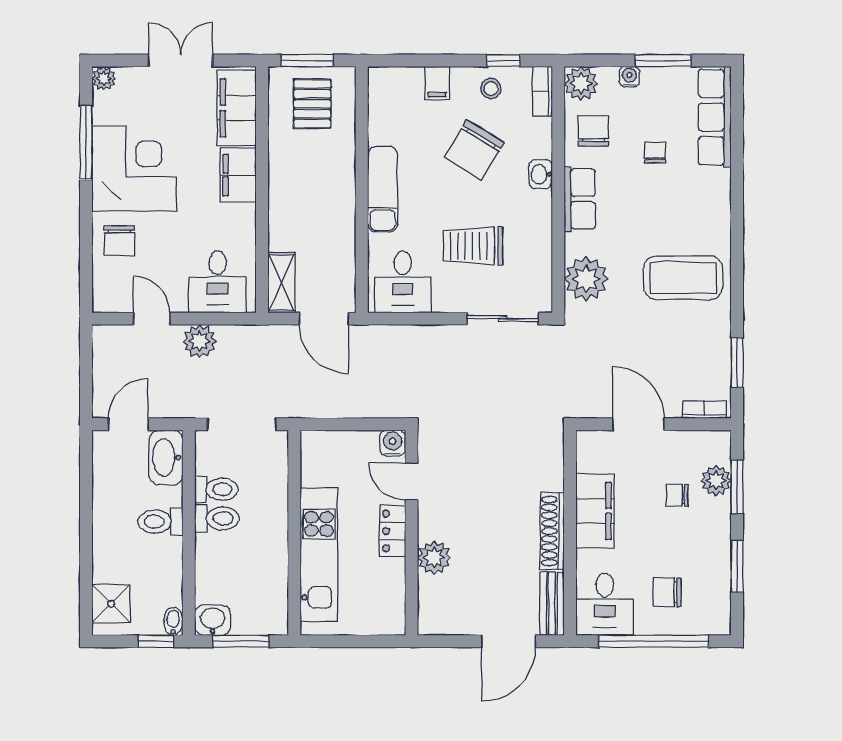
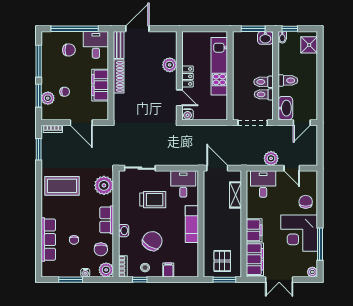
row of seats: (715, 117) -> (48, 240), moved
shelving: (281, 283) -> (236, 195), moved
window: (737, 566) -> (39, 61), width x1.44

